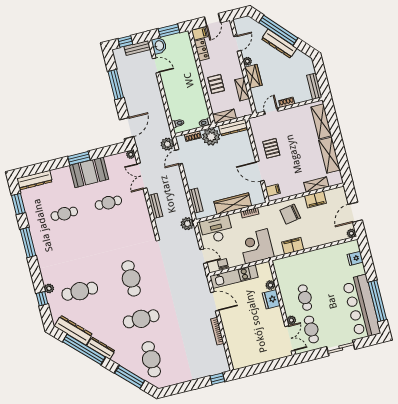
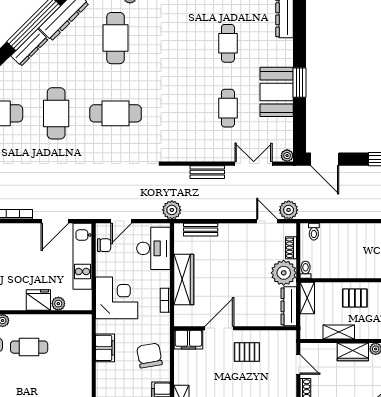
filing cabinet: (273, 190) -> (189, 340), width x2.00

